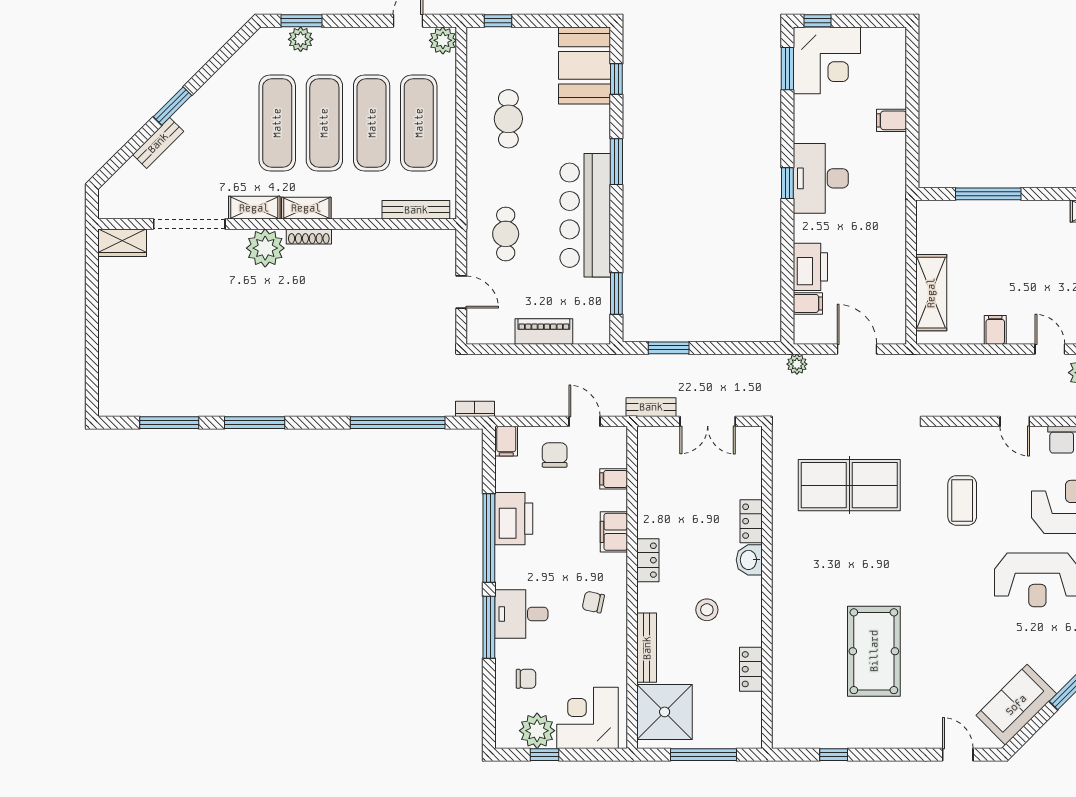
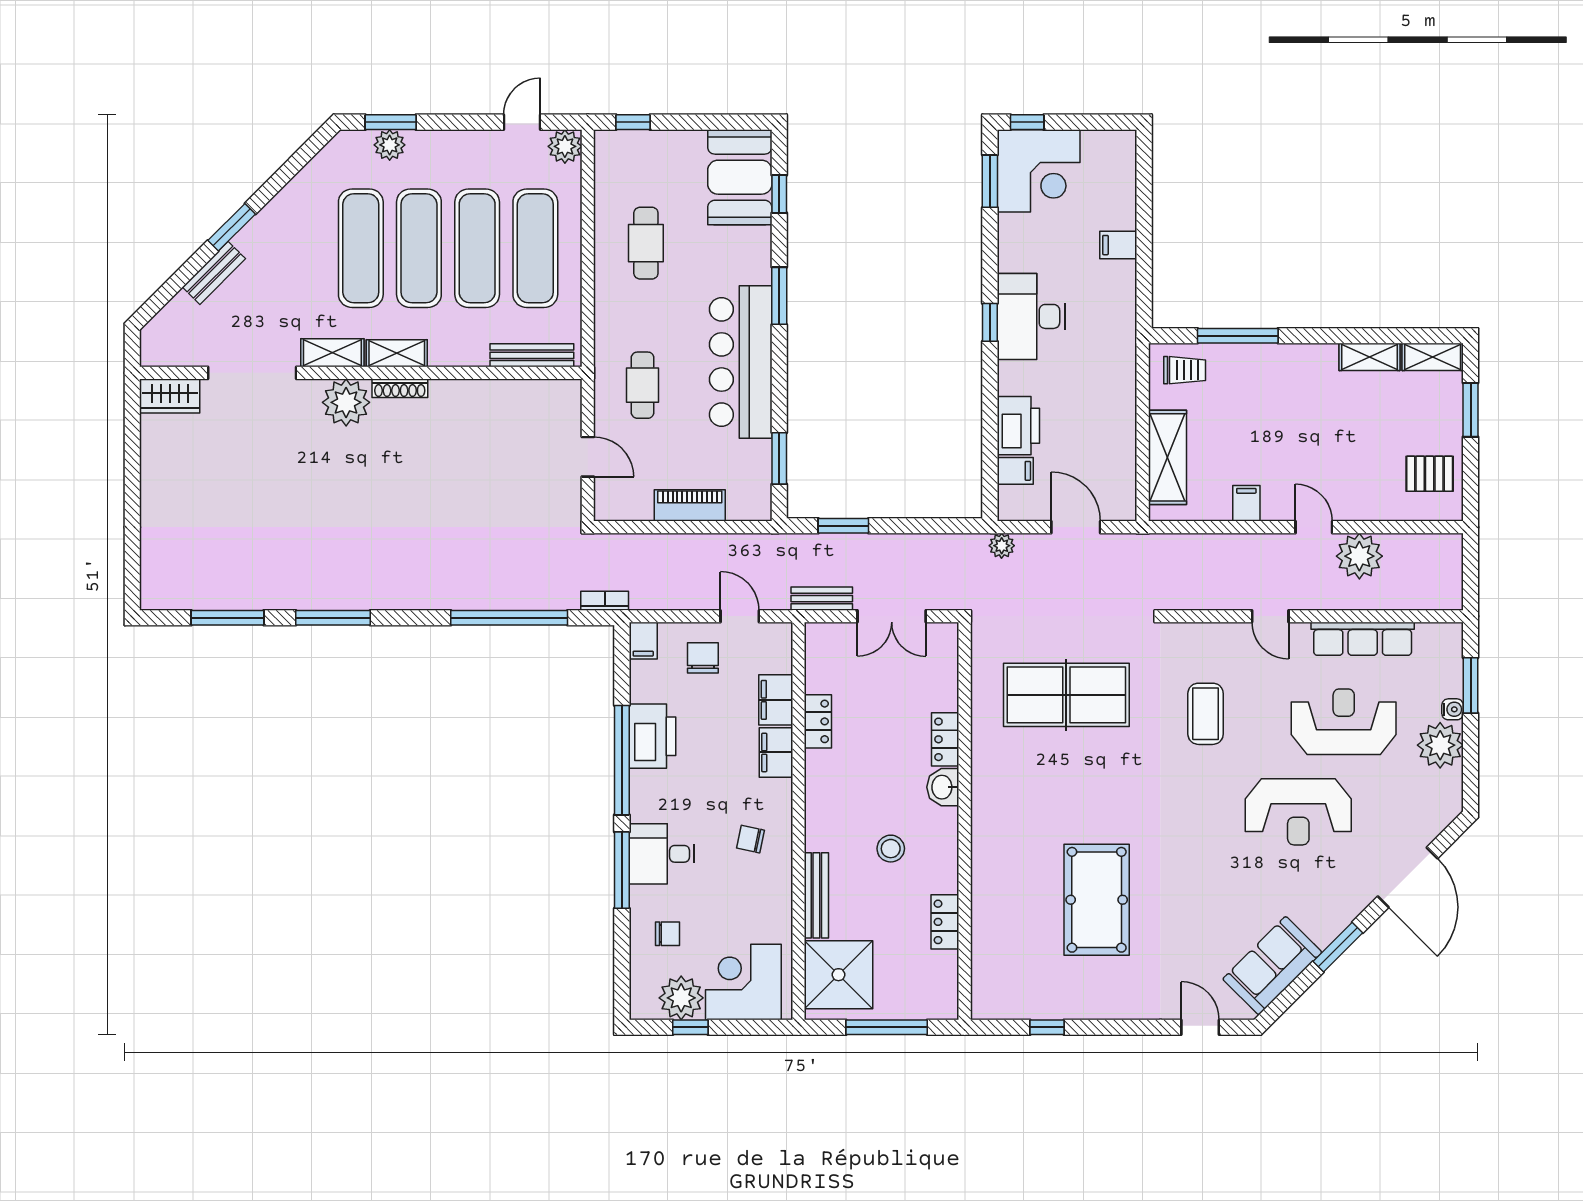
trolley: (945, 222) -> (1185, 370), added
filing cabinet: (614, 479) -> (776, 700), width x2.00
locker: (648, 560) -> (818, 721), moved

